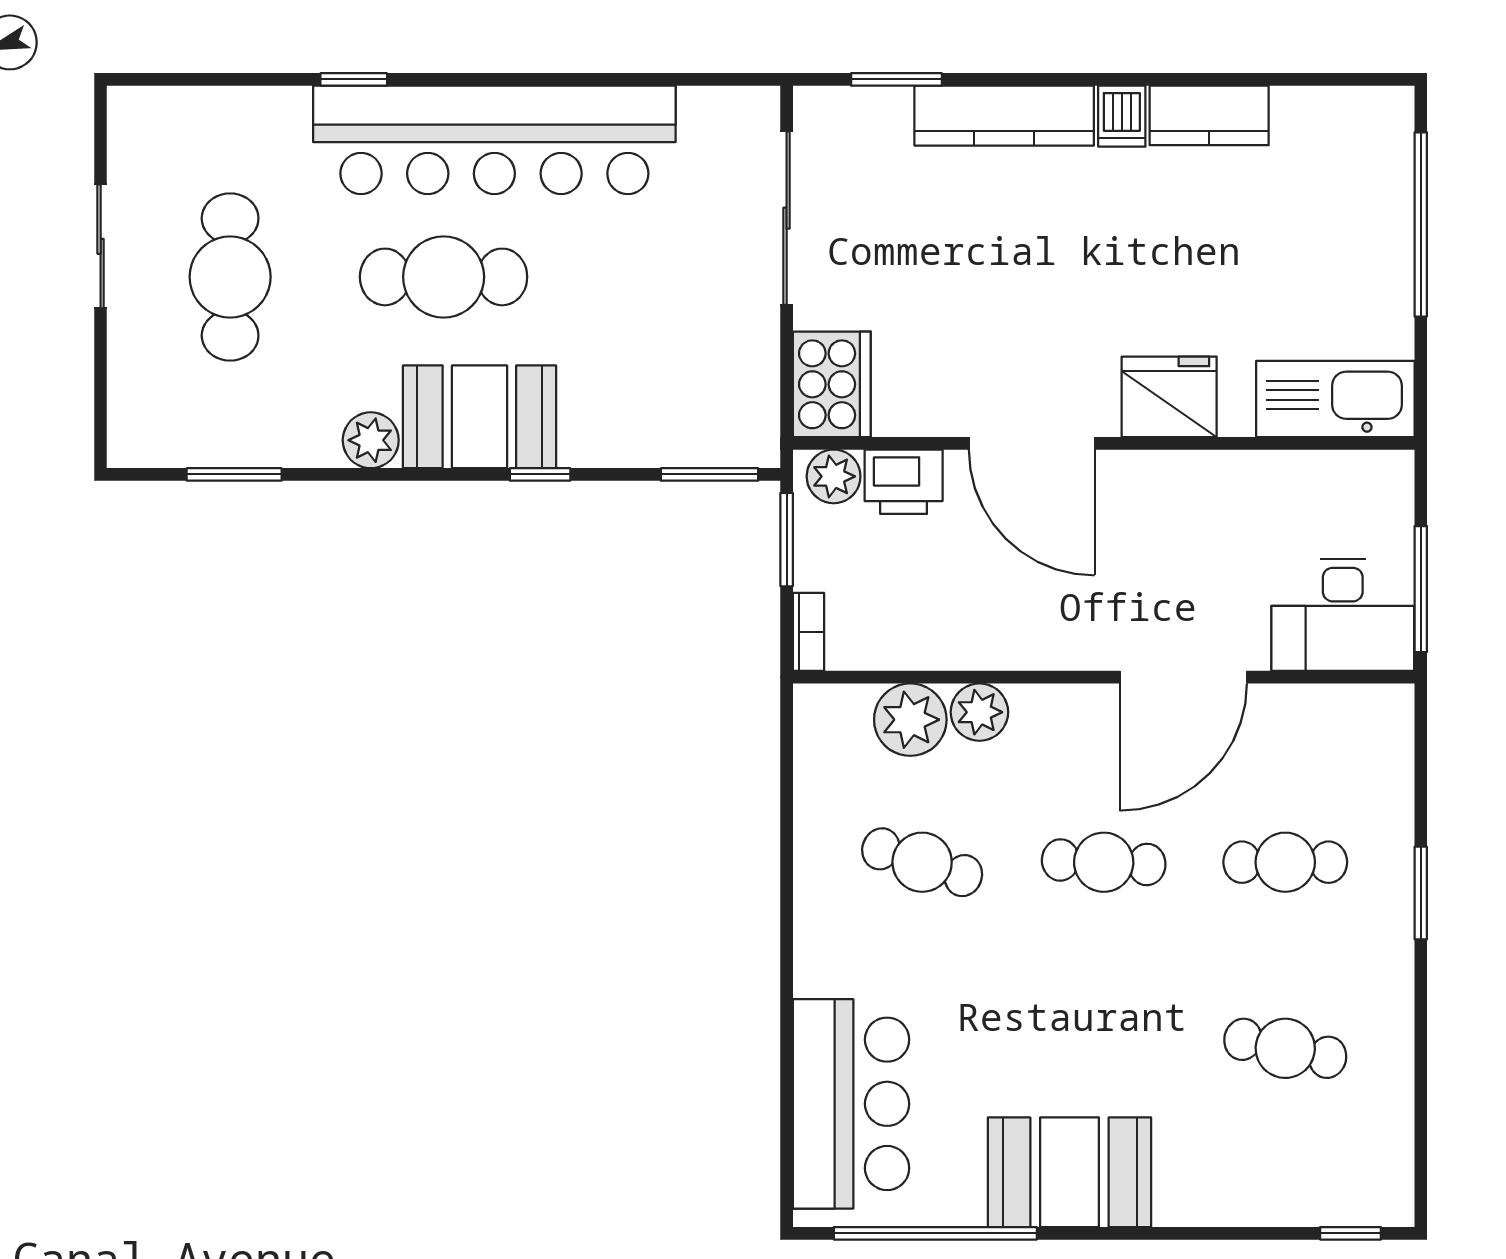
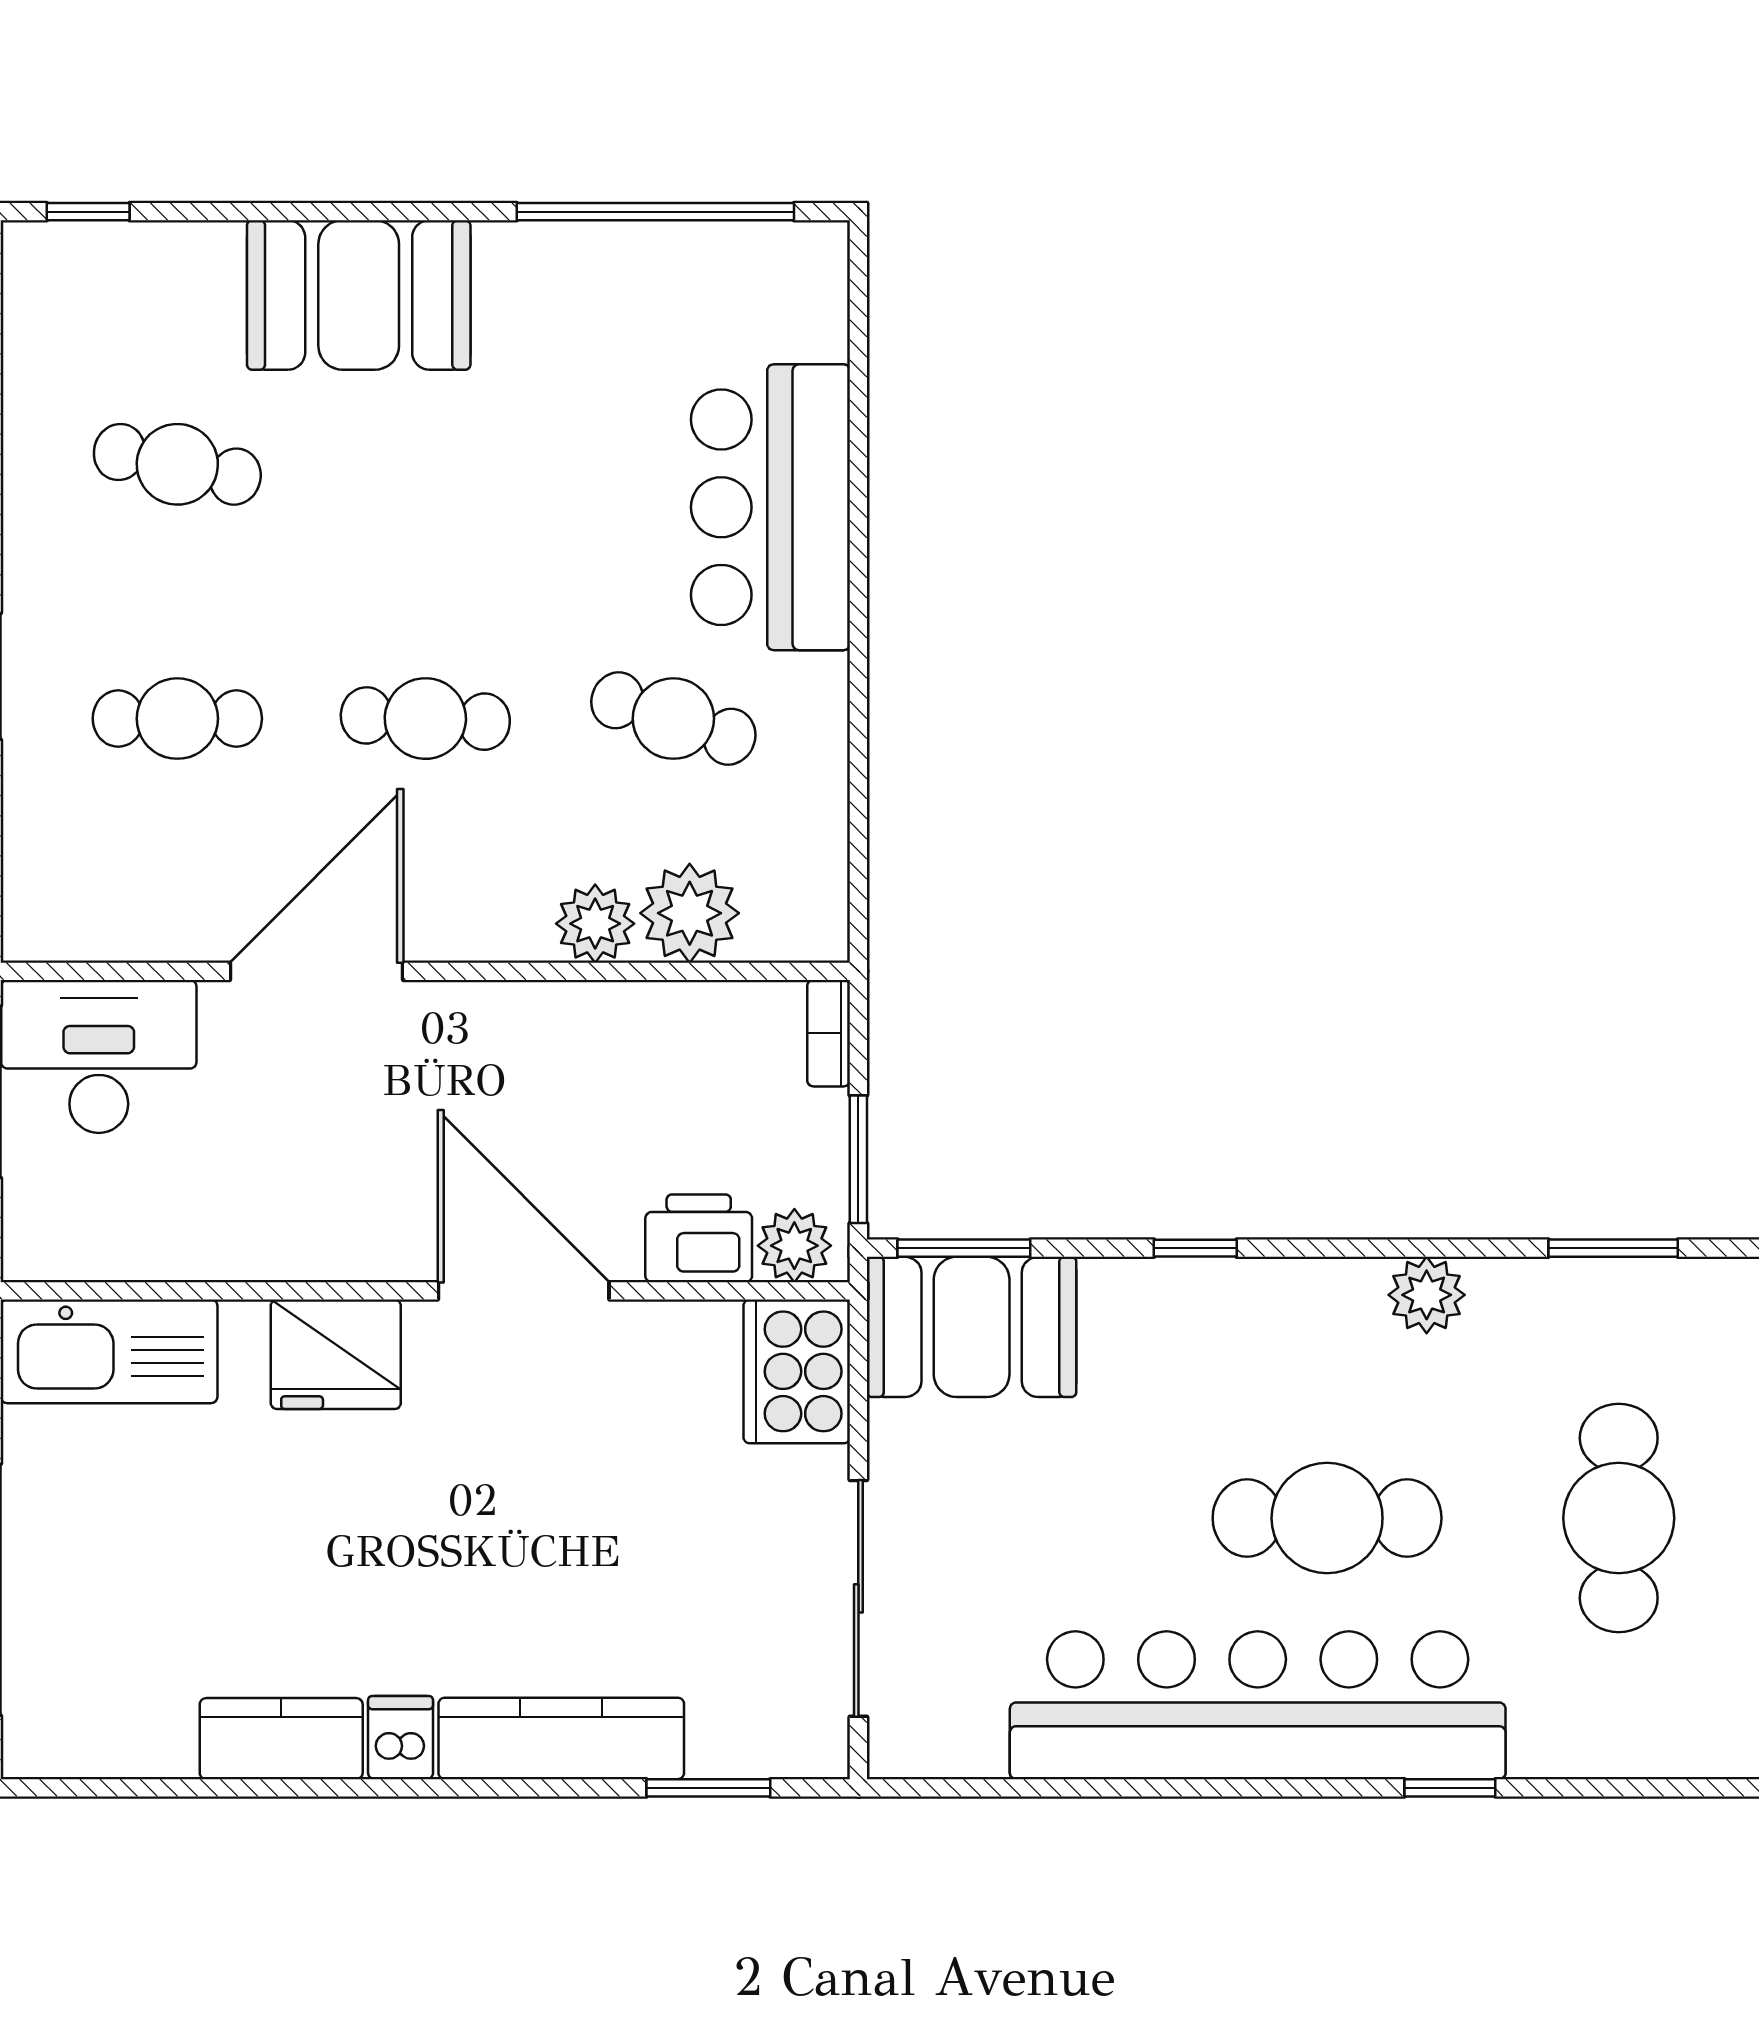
booth: (479, 417) -> (972, 1327), moved
bar counter: (851, 1104) -> (770, 507), moved
booth: (1070, 1172) -> (359, 295), moved

